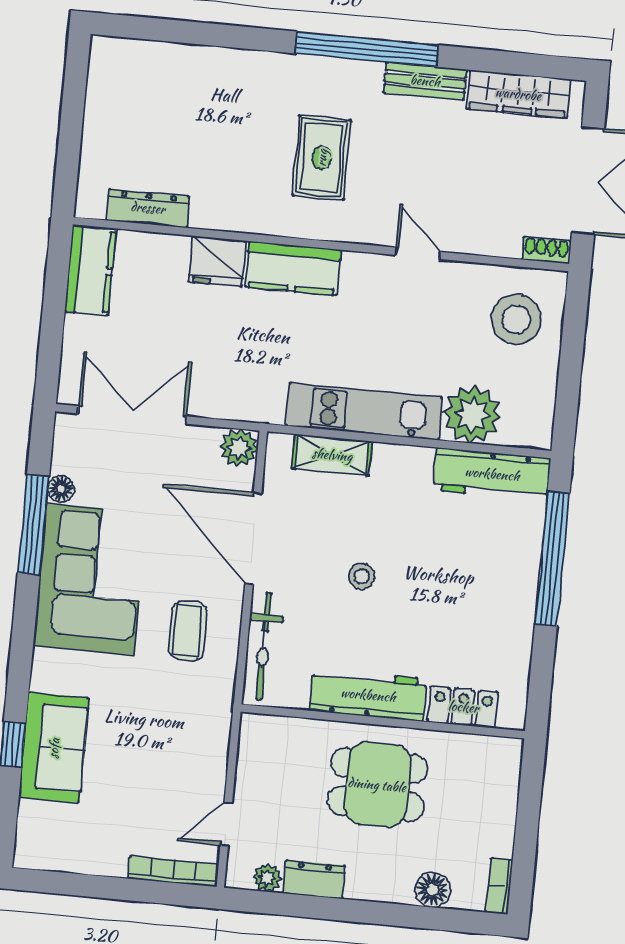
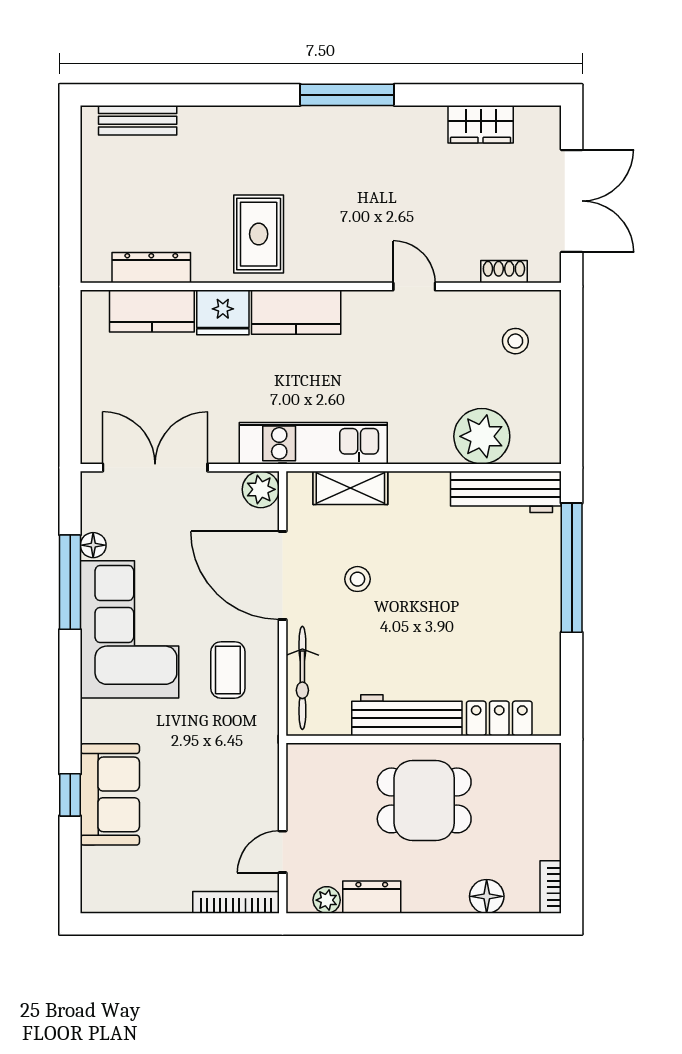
window: (367, 49) -> (347, 95), width x0.68
bench: (425, 81) -> (138, 120), moved
wardrobe: (518, 94) -> (481, 124), width x0.67
rug: (322, 158) -> (259, 234), moved
shoe rack: (546, 250) -> (504, 272), moved
kitchen counter: (90, 270) -> (152, 311), moved, turned 90
stool: (516, 320) -> (515, 341), width x0.53, depth x0.53
kitchen unit: (364, 412) -> (313, 443), moved
stool: (362, 576) -> (357, 579), moved

